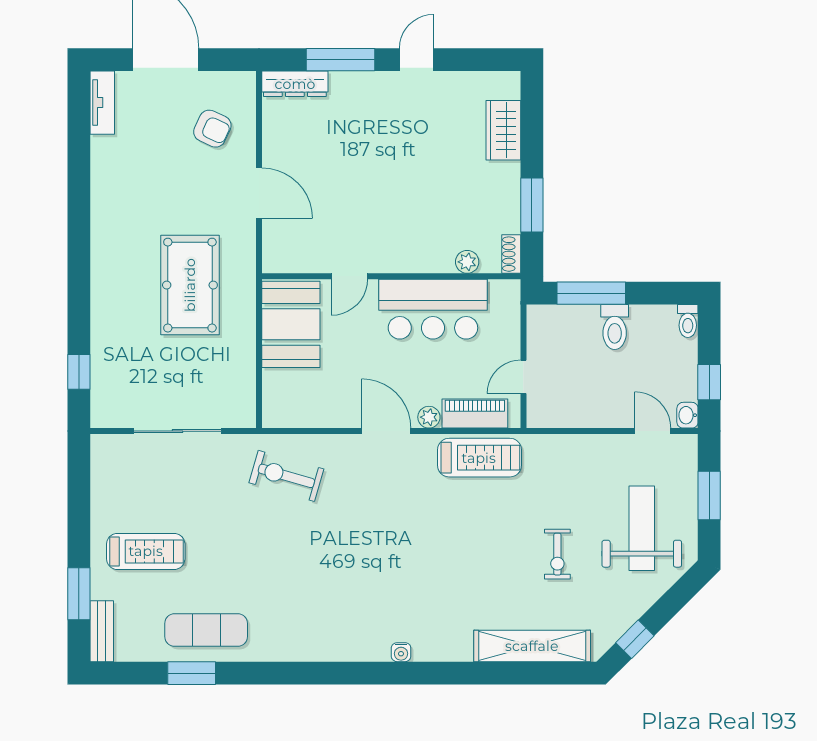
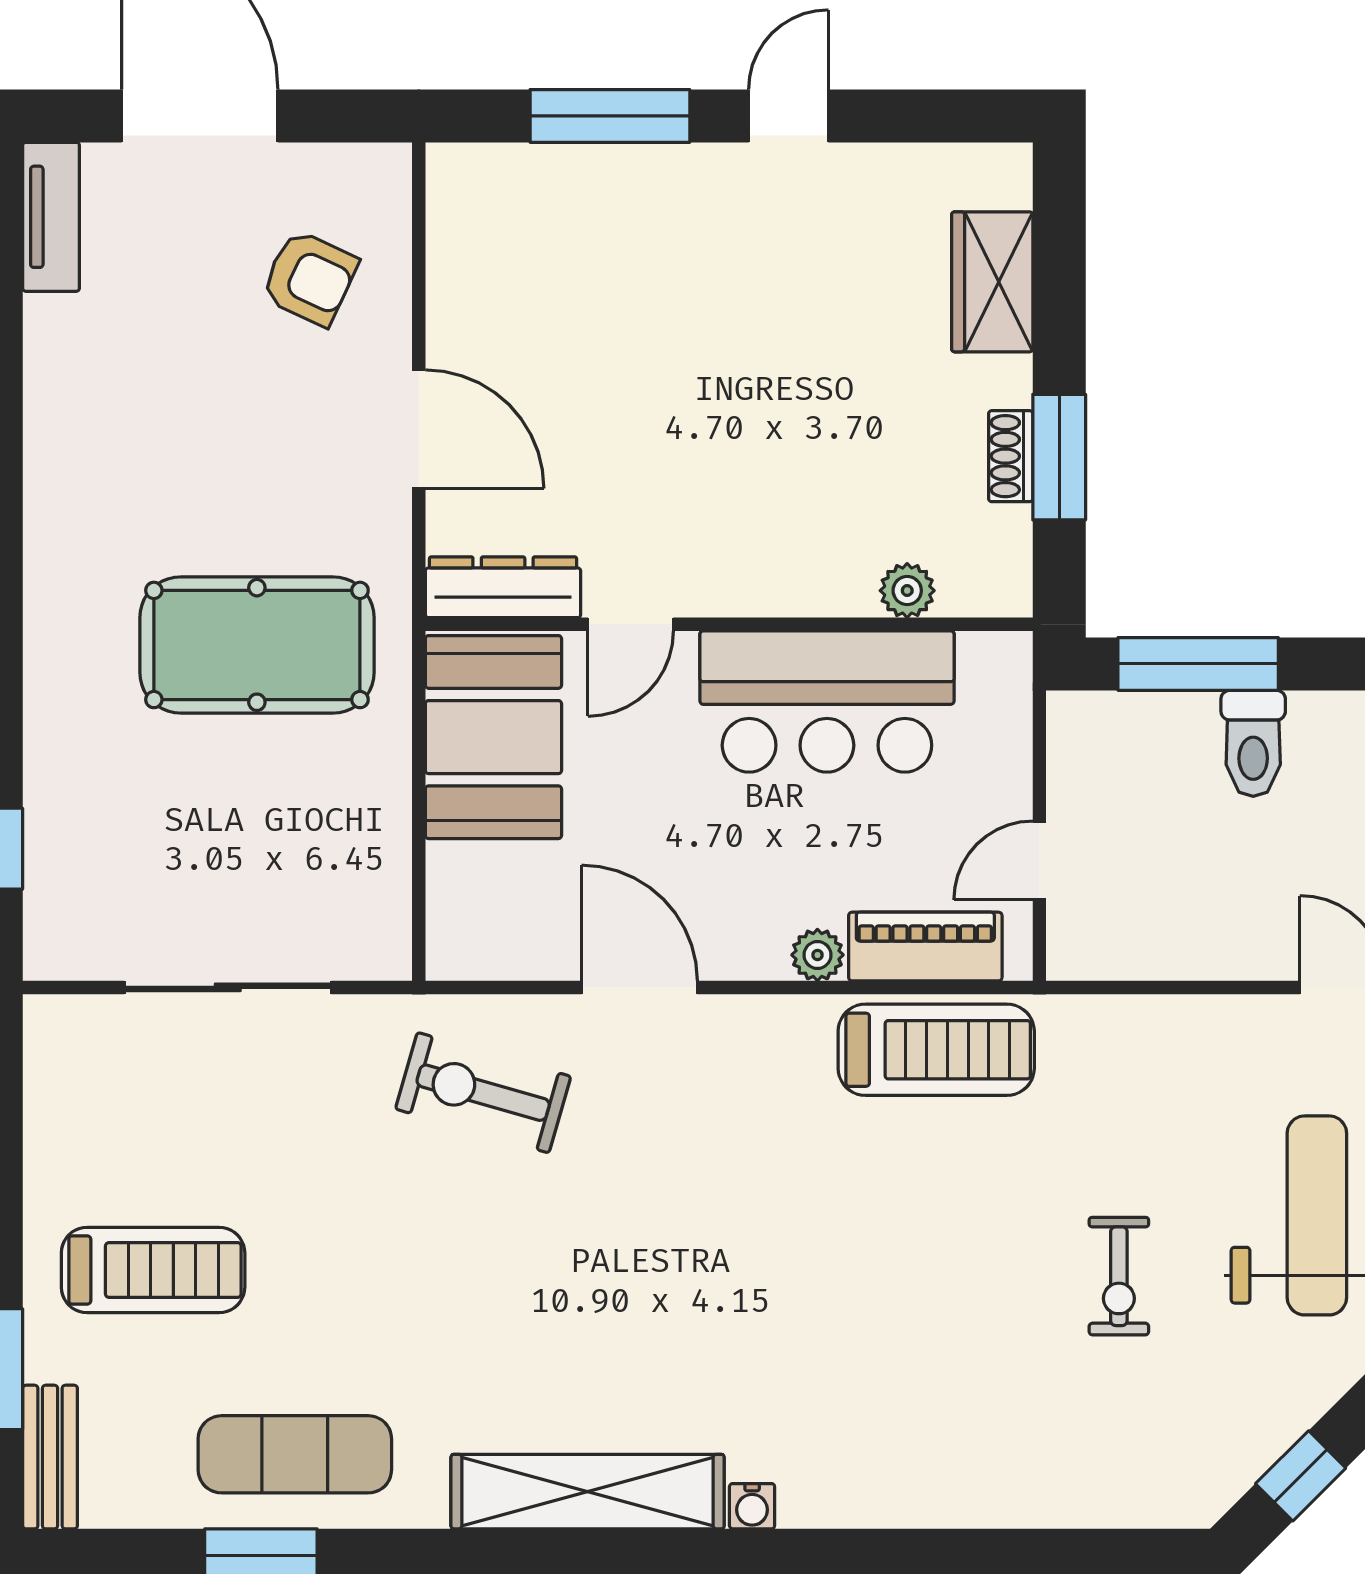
dresser: (295, 84) -> (503, 587), moved, turned 180
shoe rack: (511, 254) -> (1011, 456), moved
pool table: (190, 285) -> (257, 645), turned 90
door: (386, 431) -> (639, 987), moved
shelving: (532, 646) -> (588, 1492), moved

